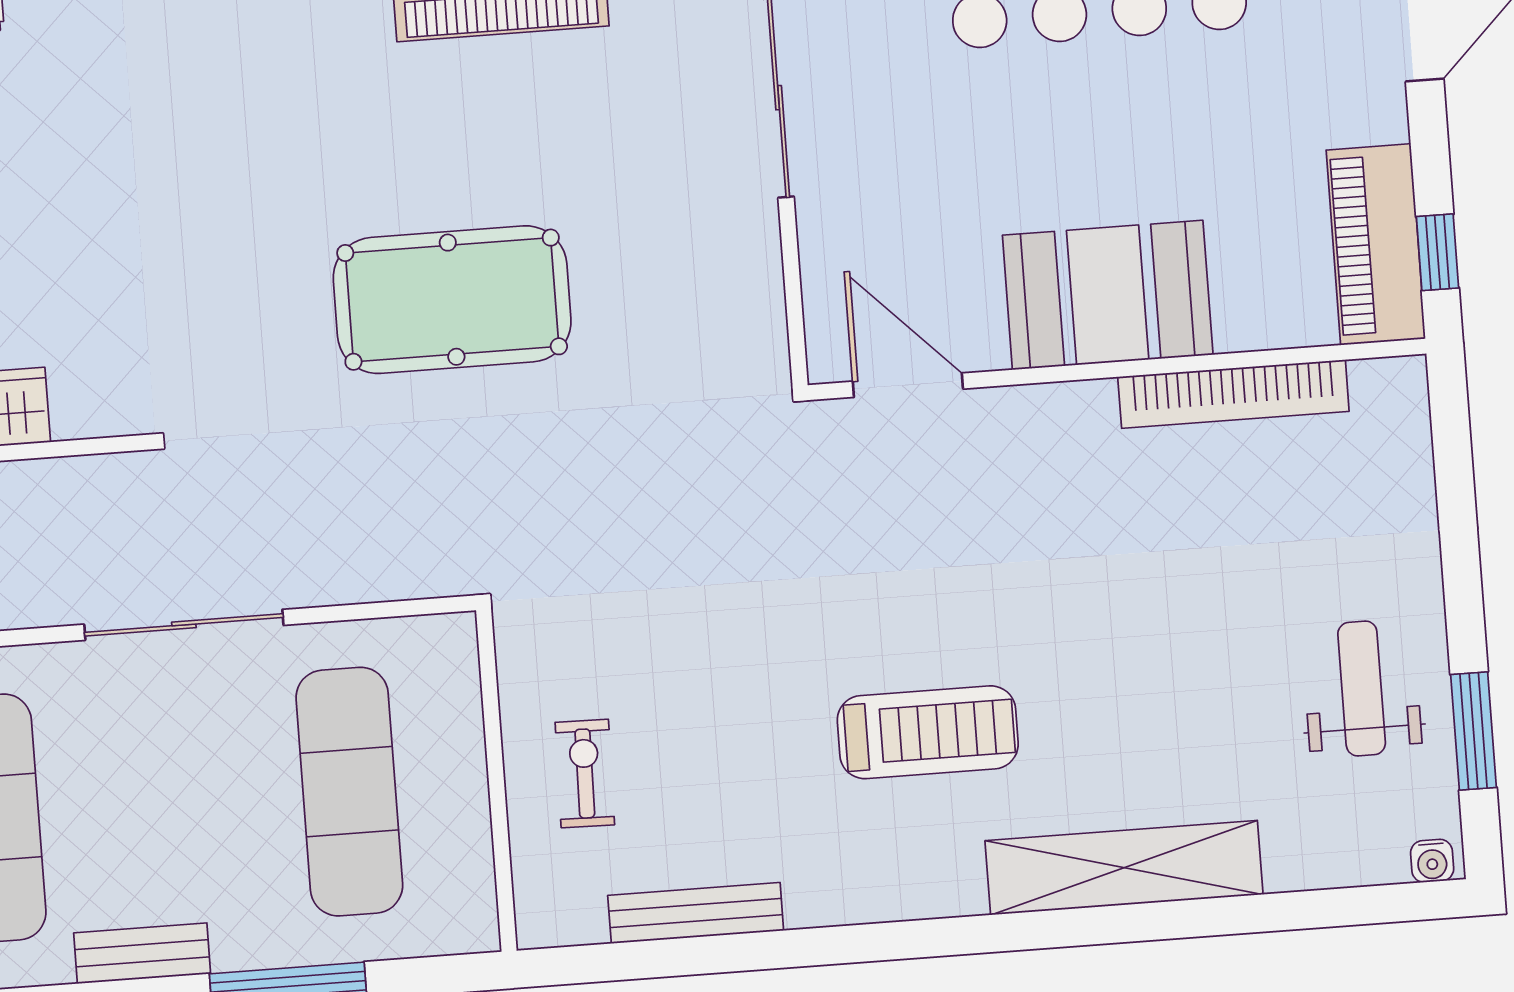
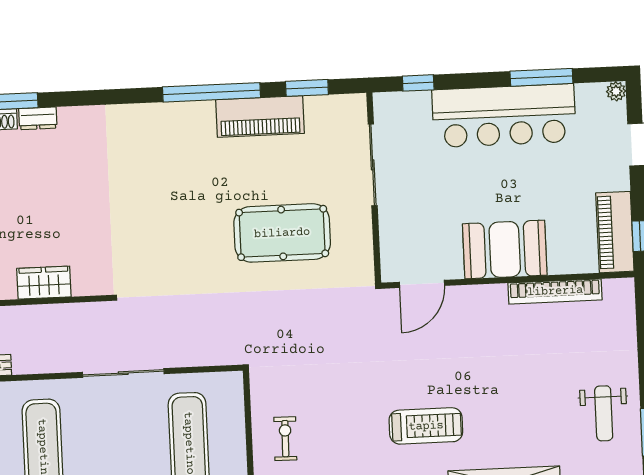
pool table: (452, 300) -> (282, 233), moved
door: (908, 385) -> (422, 284), swing flipped
weight bench: (1362, 688) -> (604, 413), turned 180

